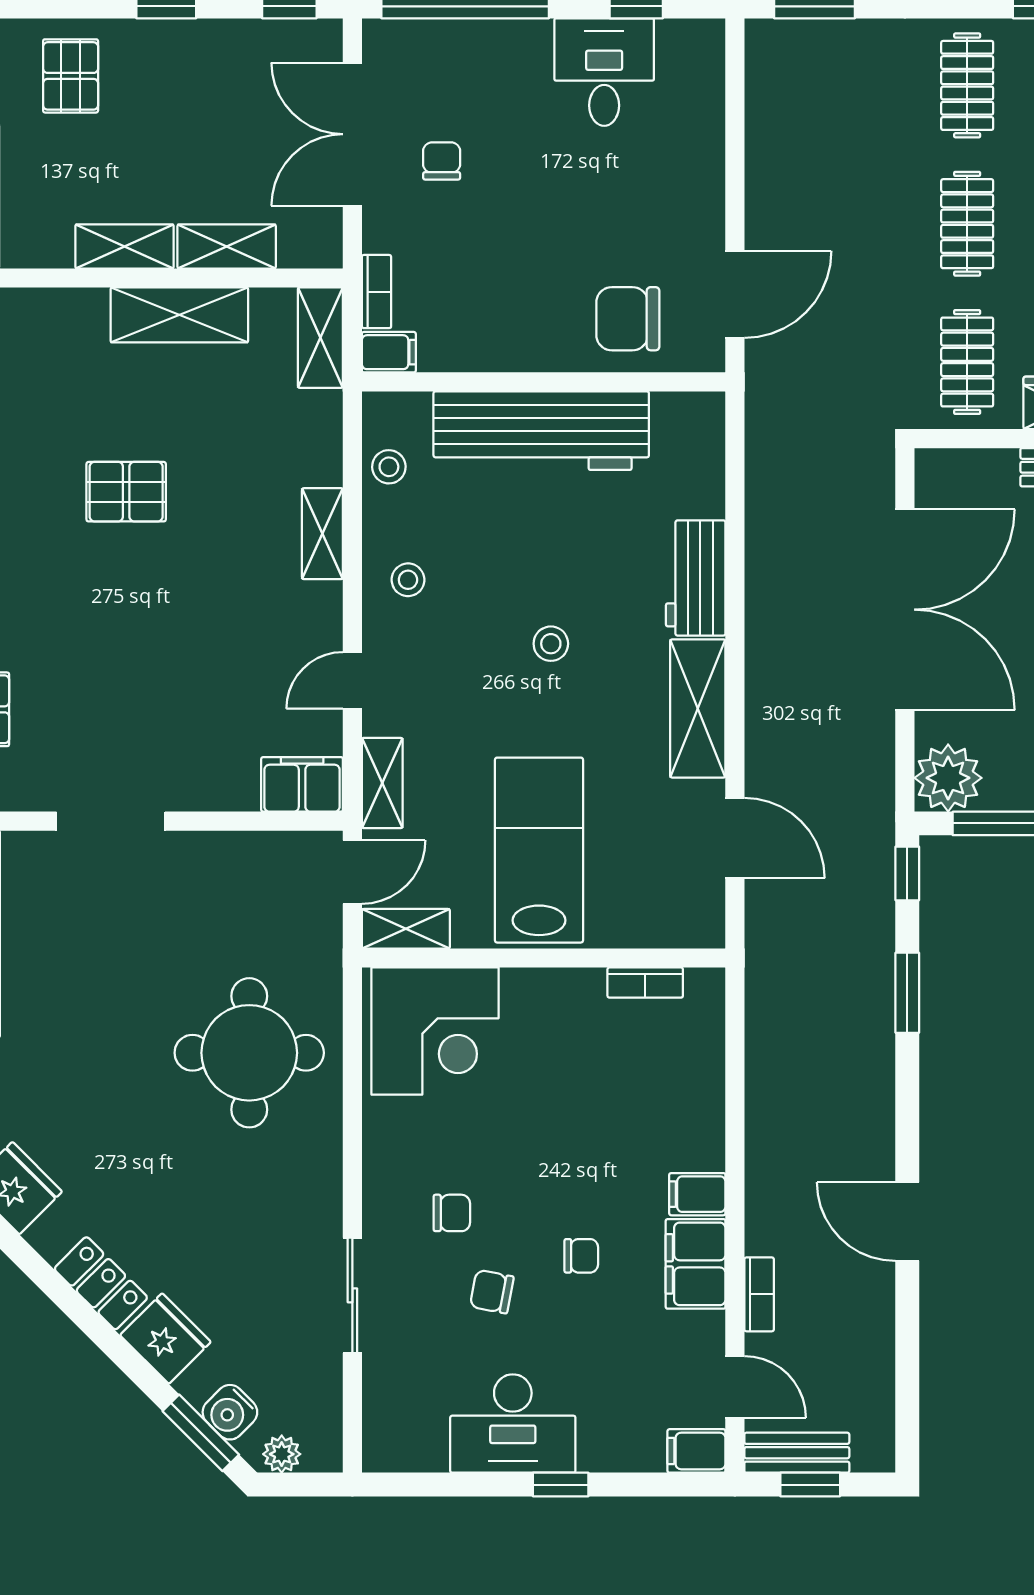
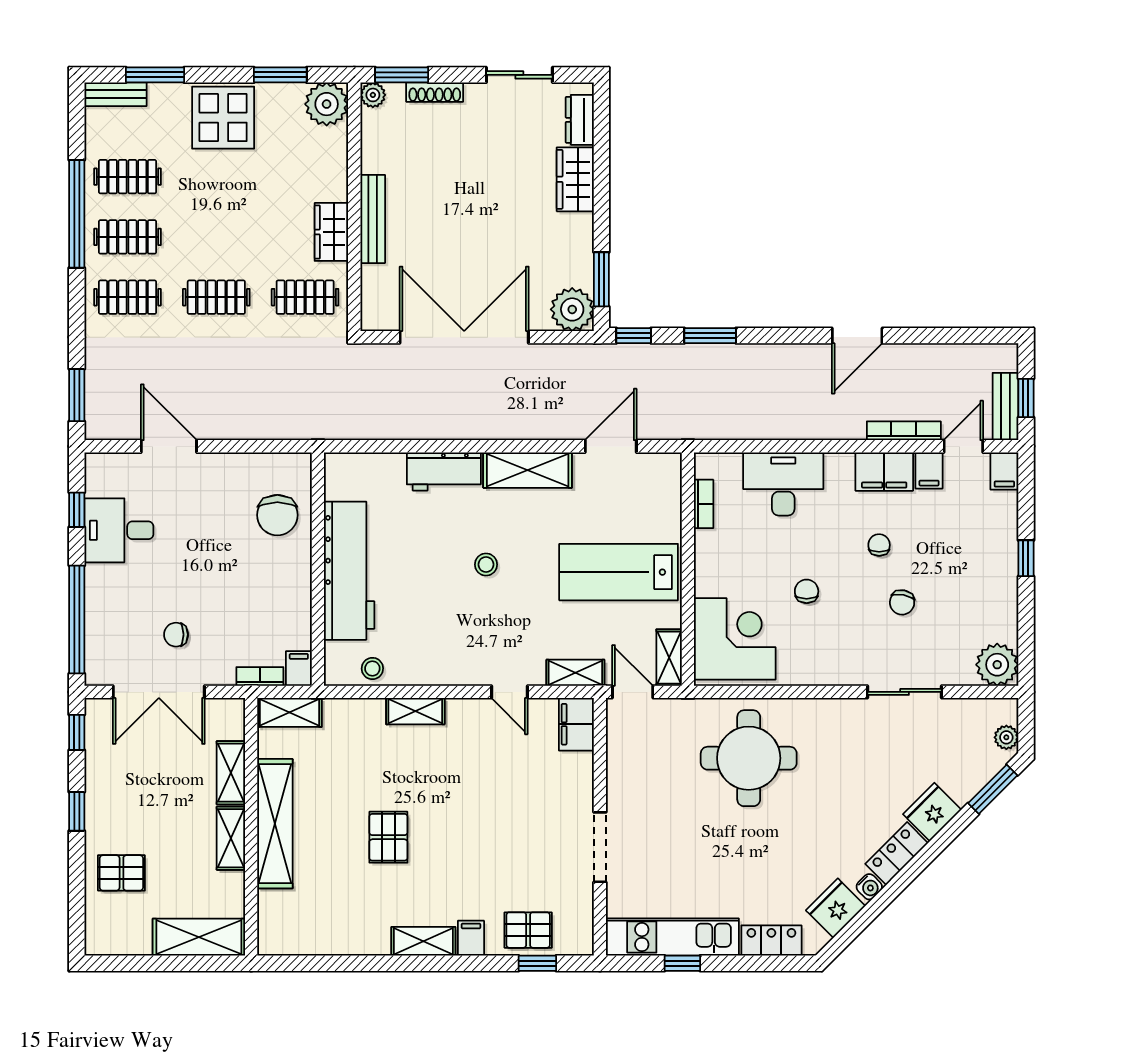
door: (735, 294) -> (169, 446), moved
shelving: (179, 315) -> (275, 824), width x1.47
stool: (408, 580) -> (445, 656), removed
filing cabinet: (697, 1194) -> (929, 470), moved
chair: (452, 1213) -> (807, 591), moved
bookcase: (759, 1294) -> (904, 431), width x1.56
water cooler: (230, 1412) -> (869, 887), moved, width x0.72, depth x0.72
desk: (513, 1424) -> (783, 484), moved, turned -90
plant: (395, 1440) -> (997, 665), added

